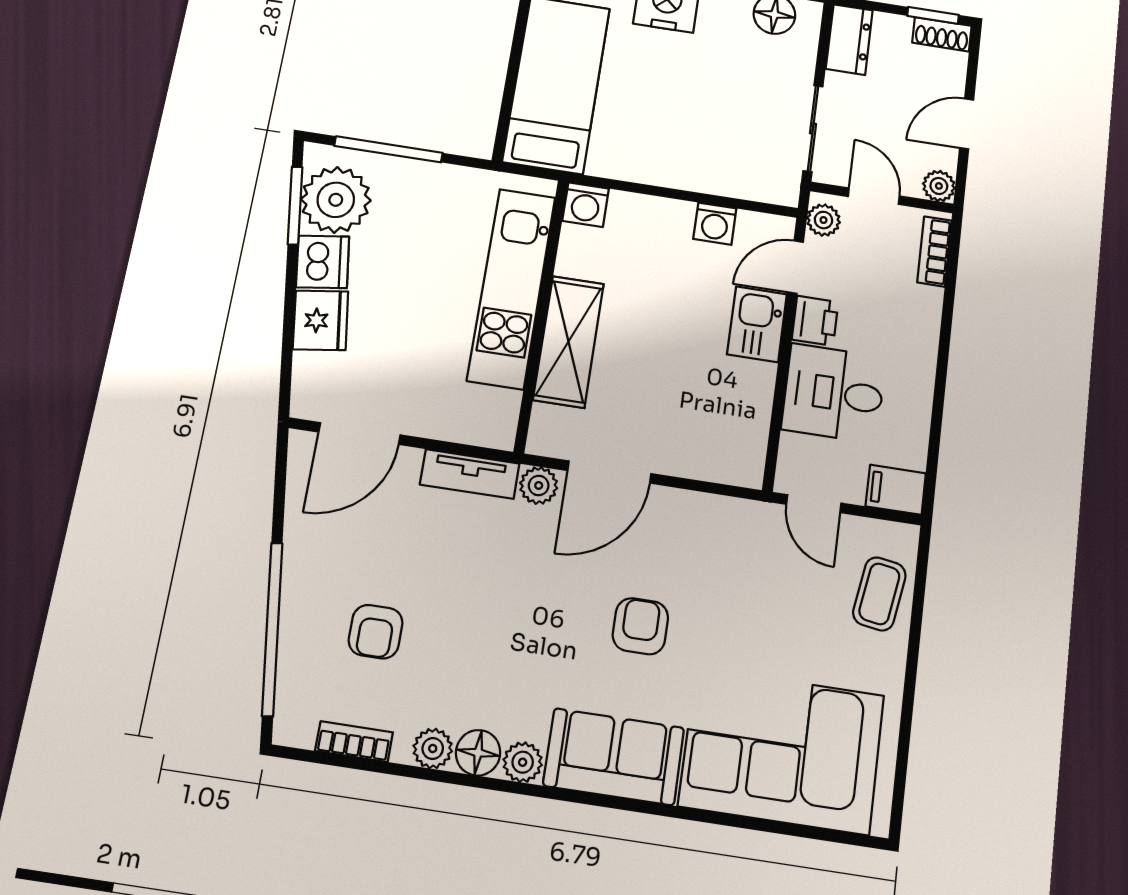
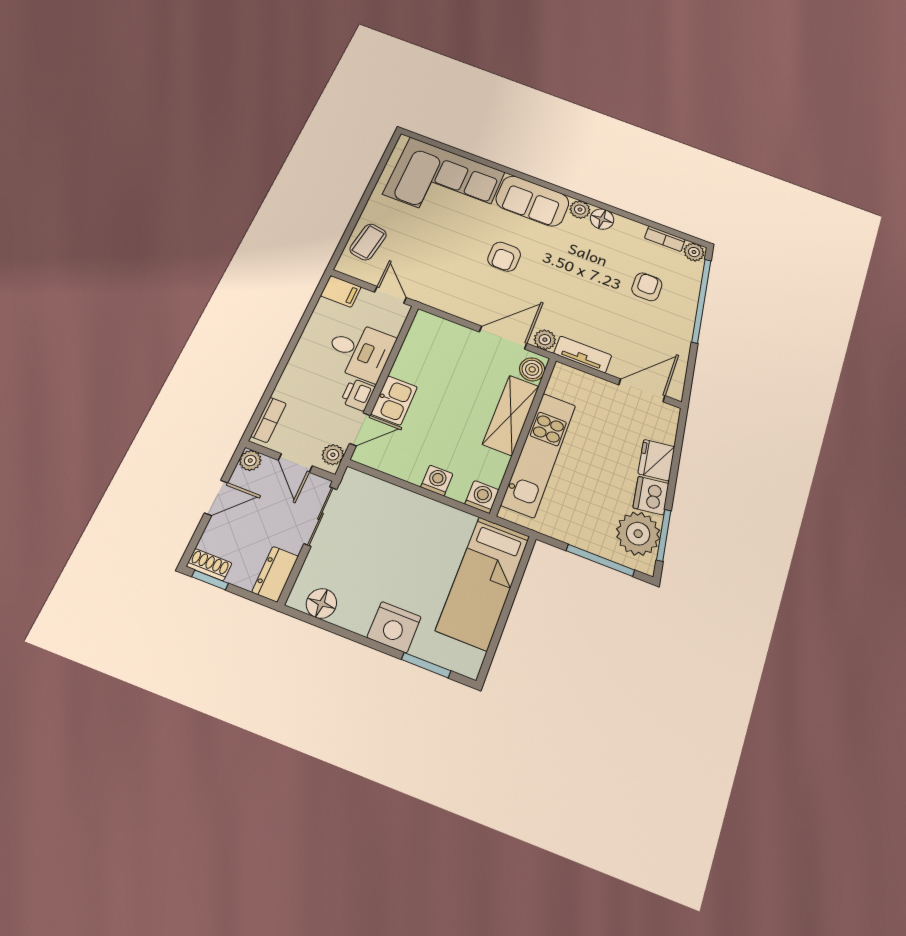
washing machine: (715, 224) -> (437, 480), moved
boiler: (550, 427) -> (532, 369), added
plant: (433, 749) -> (694, 252), moved

